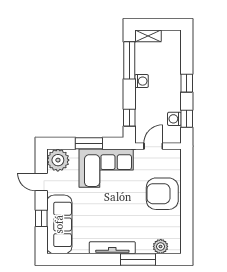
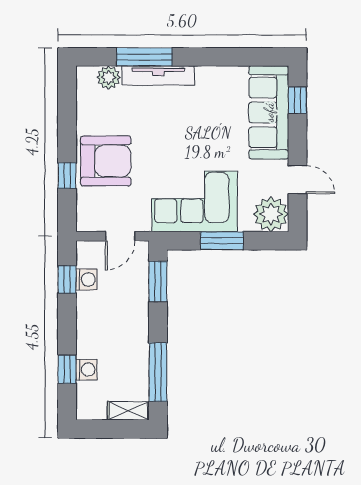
washing machine: (142, 81) -> (86, 370), moved, turned 180
window: (187, 83) -> (67, 369), moved
window: (129, 118) -> (158, 281), width x1.50
window: (187, 184) -> (67, 176), added
window: (41, 218) -> (297, 100), moved
tv unit: (112, 248) -> (158, 76), moved

